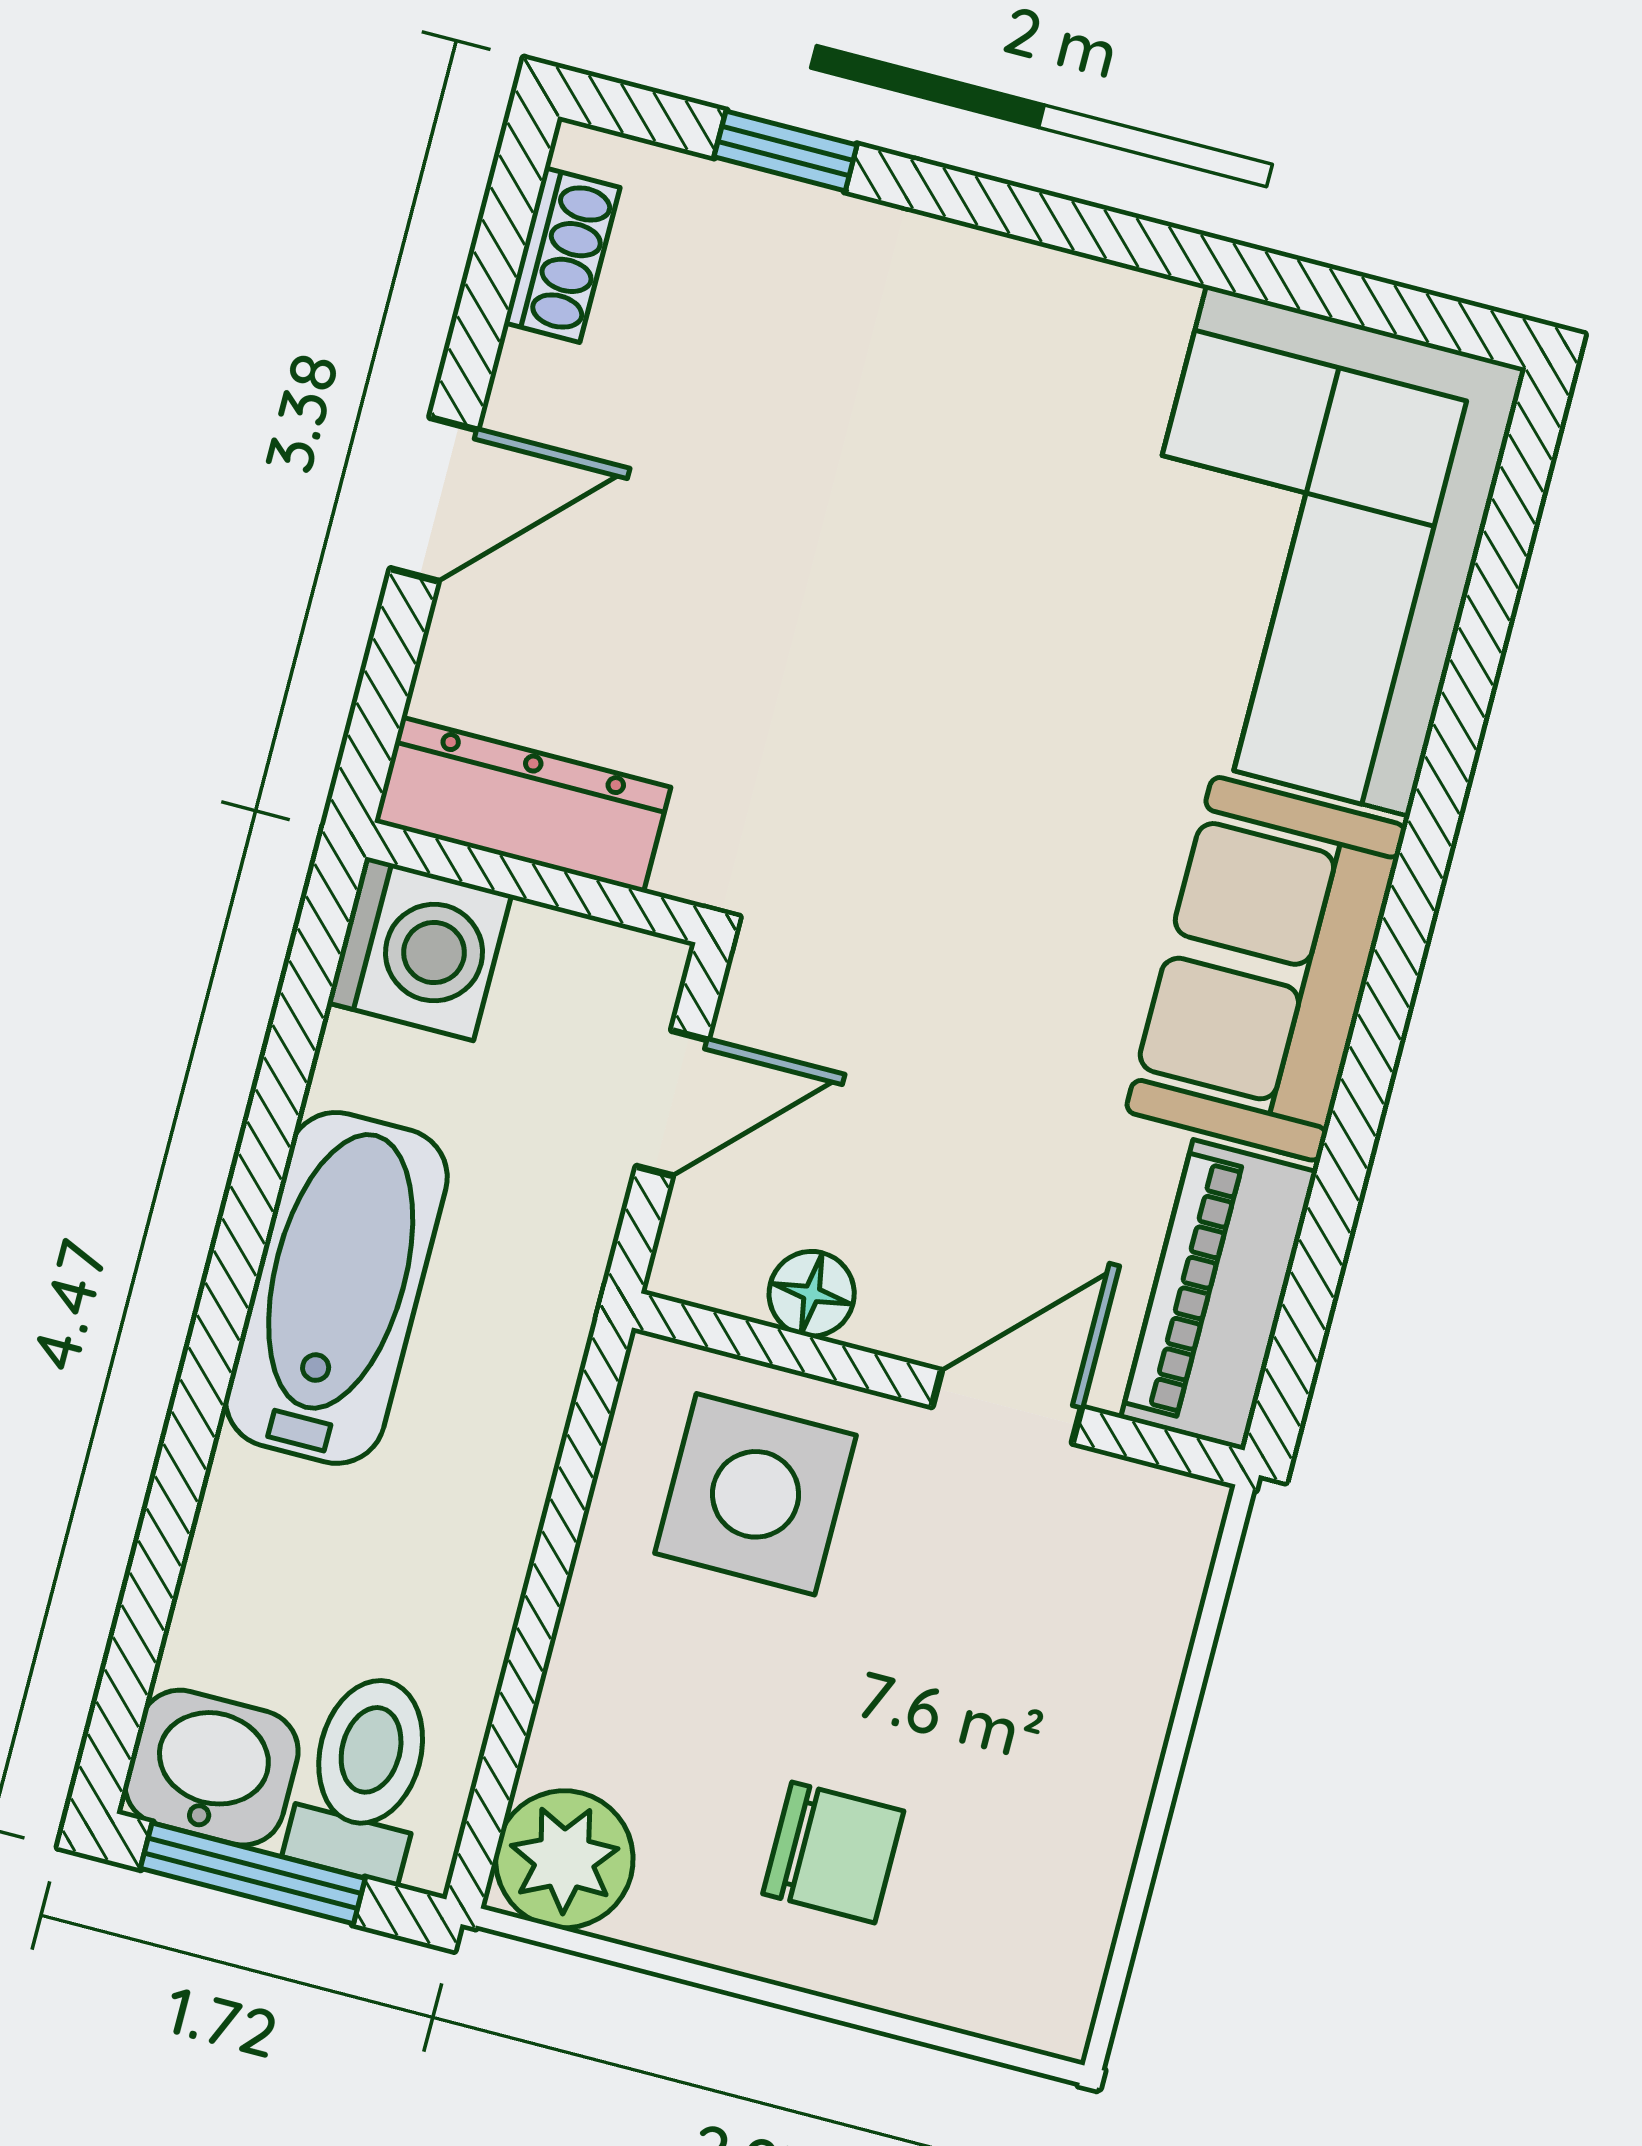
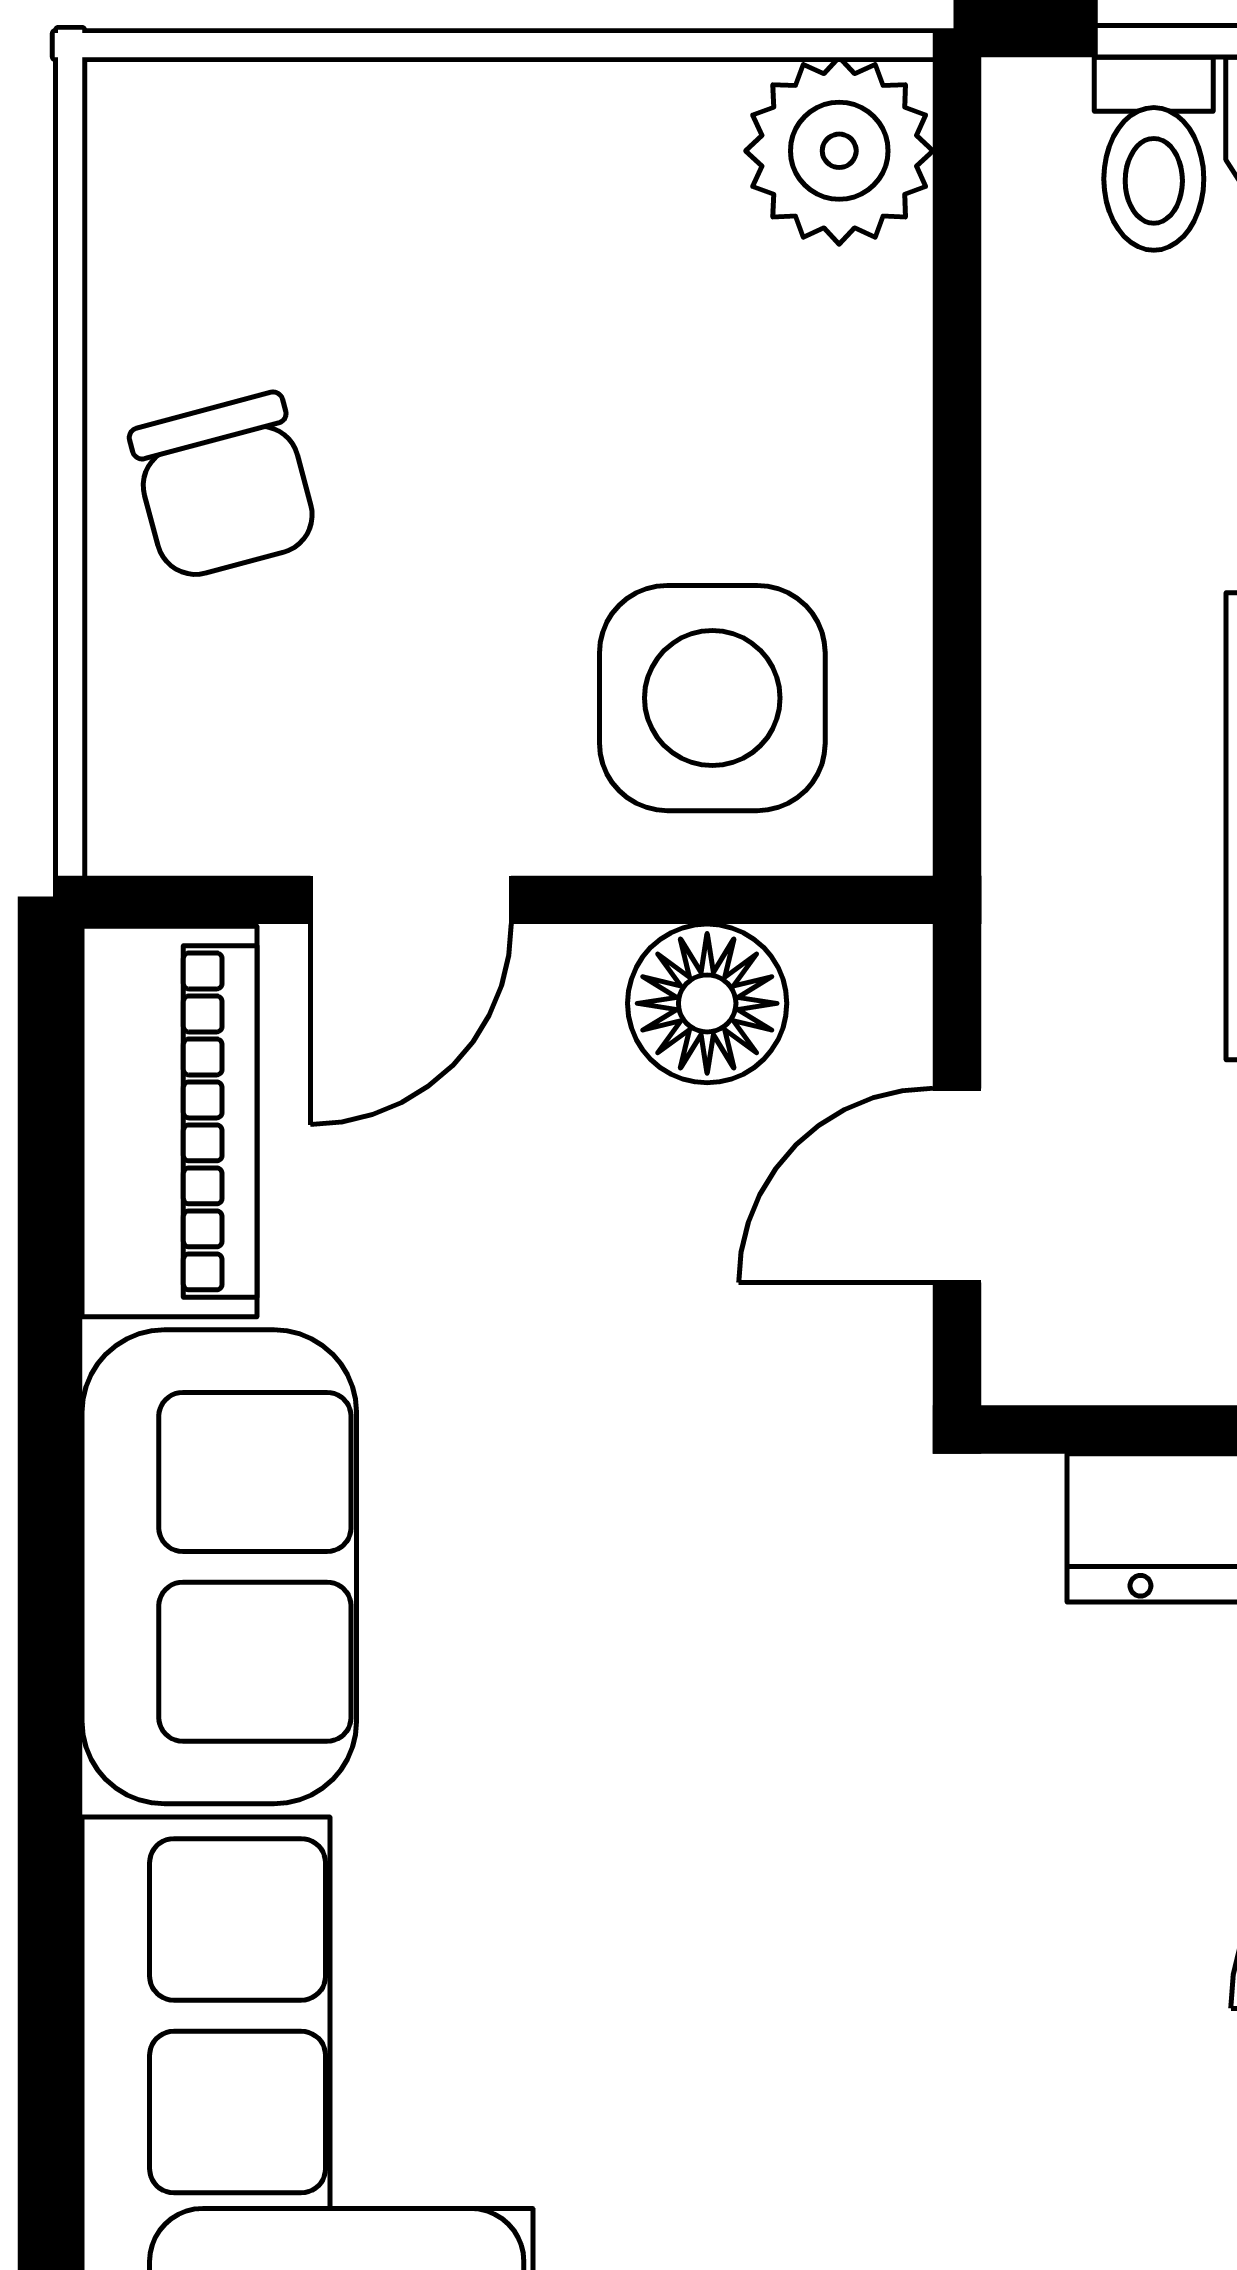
floor lamp: (812, 1294) -> (707, 1003), width x1.37, depth x1.37
toilet: (364, 1777) -> (1154, 154), width x0.73, depth x0.72
chair: (833, 1852) -> (224, 487), moved, turned -105

